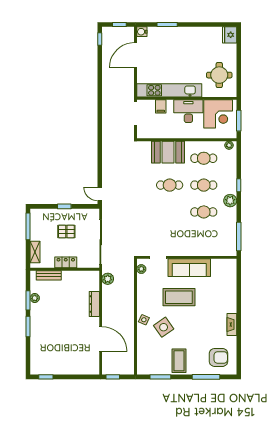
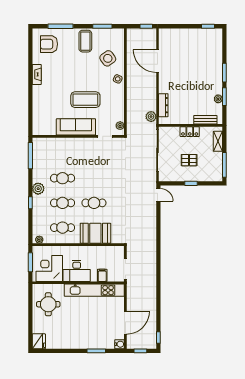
dresser: (94, 304) -> (163, 105), moved
side table: (164, 327) -> (108, 58), moved

